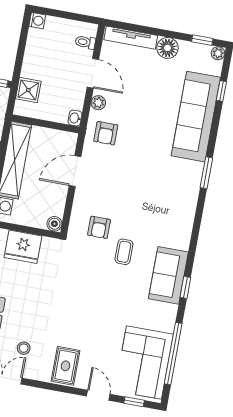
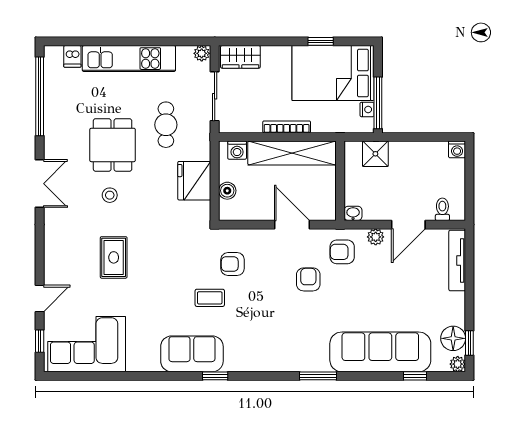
floor lamp: (168, 48) -> (453, 338), moved
armchair: (124, 166) -> (308, 279), added
boiler: (54, 224) -> (227, 191), moved
window: (185, 287) -> (215, 376), moved
stool: (24, 348) -> (110, 195), moved
window: (173, 354) -> (103, 376), removed
rug: (65, 366) -> (114, 257), moved, turned 90

